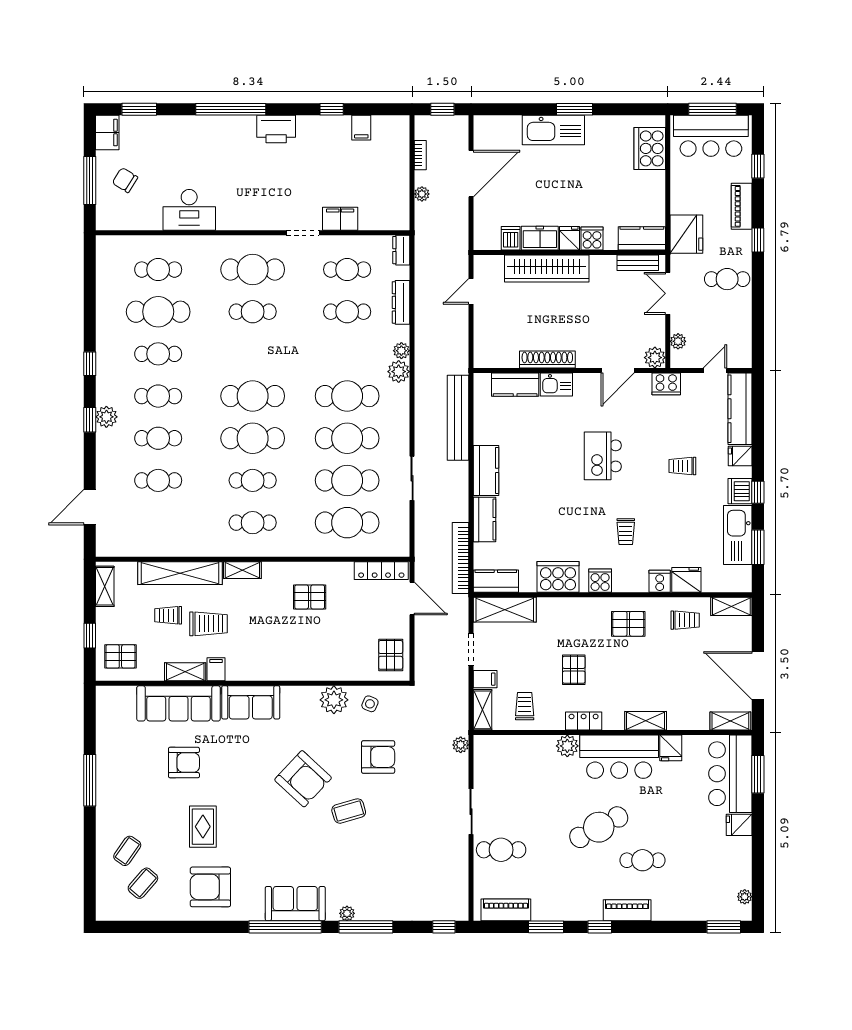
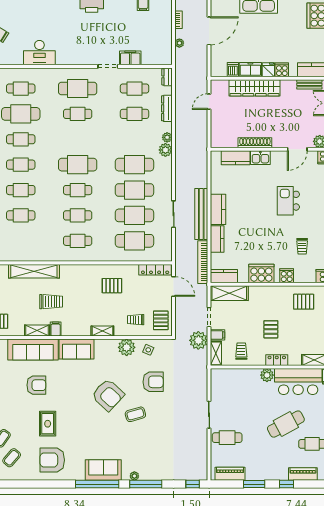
bench: (458, 418) -> (201, 214), moved
cafe table: (253, 438) -> (78, 190), width x0.73, depth x0.74
shelving: (242, 570) -> (102, 331), moved
trolley: (168, 615) -> (136, 320), moved
plant: (461, 745) -> (198, 340), moved, width x1.87, depth x1.87

